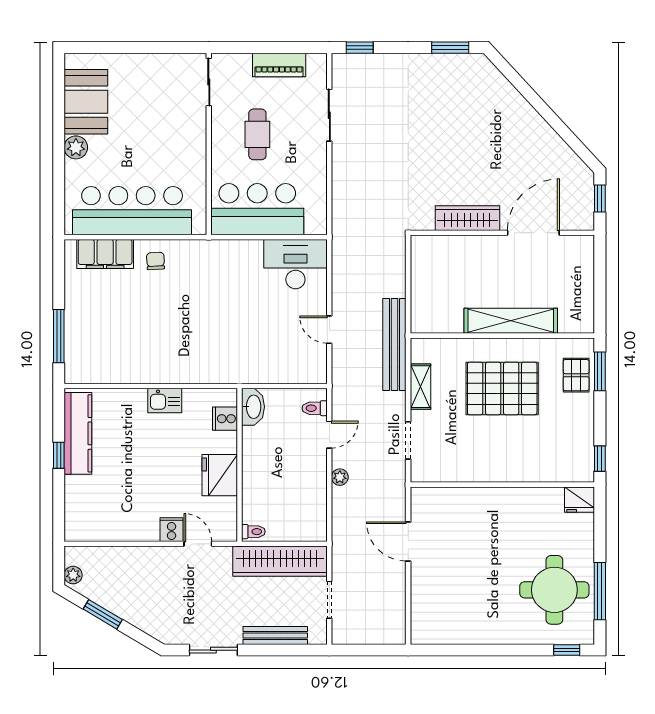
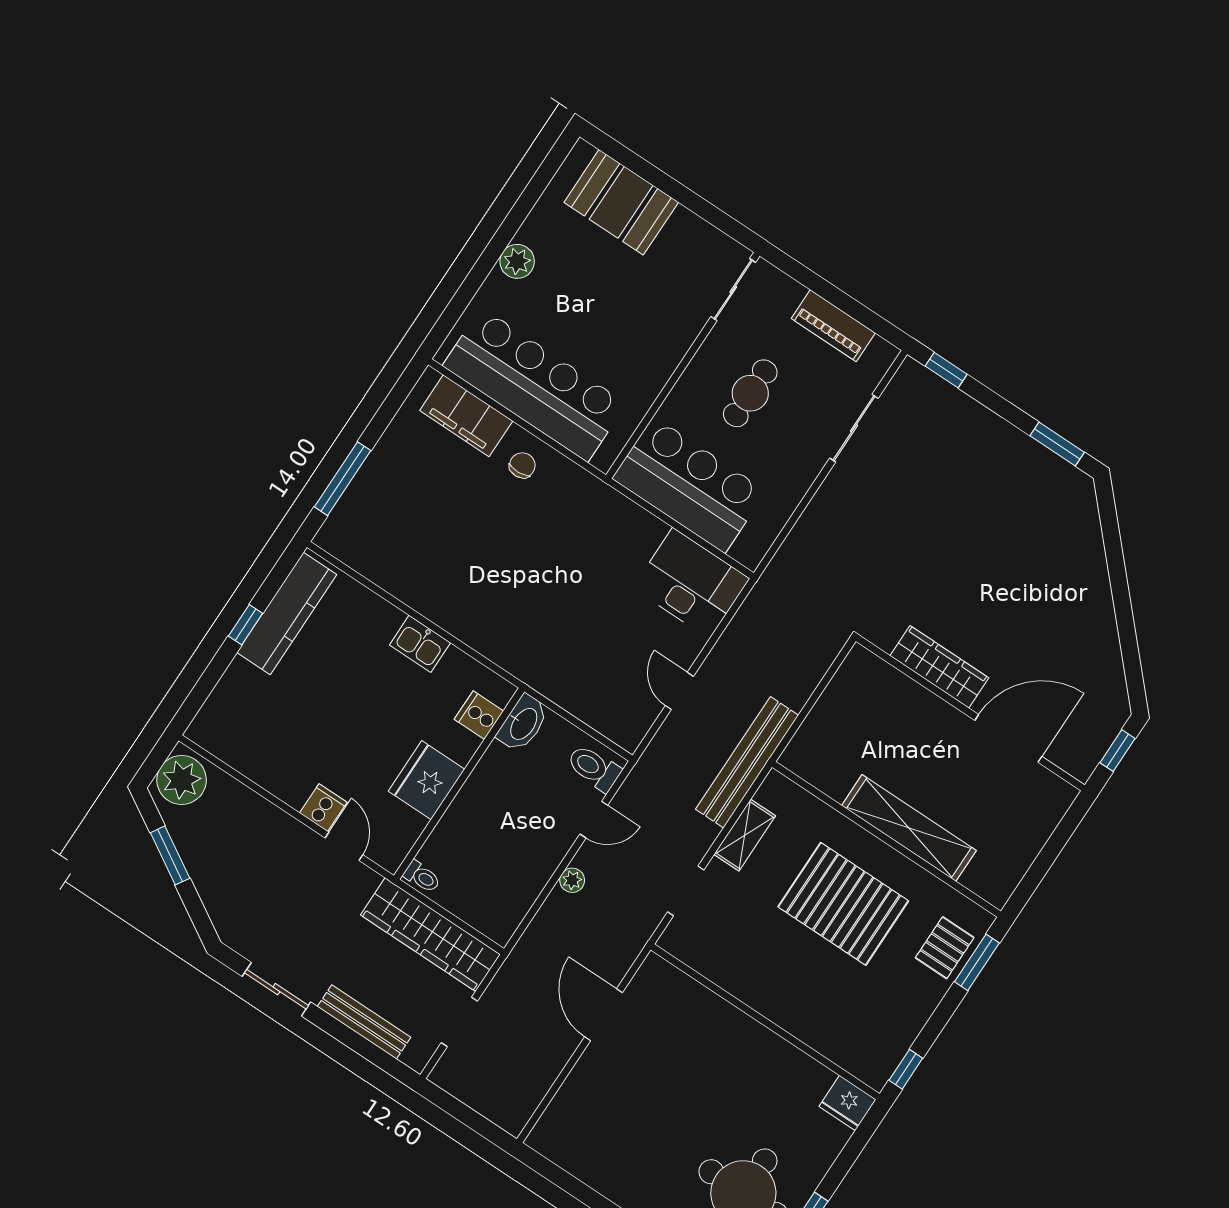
booth: (86, 102) -> (621, 202), moved, turned 90
toilet: (315, 408) -> (594, 768), width x1.37, depth x1.39
plant: (73, 575) -> (182, 780), width x1.88, depth x1.88

